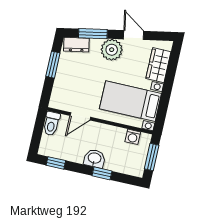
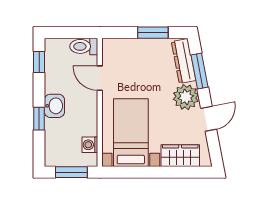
dresser: (76, 45) -> (184, 61), width x1.44

